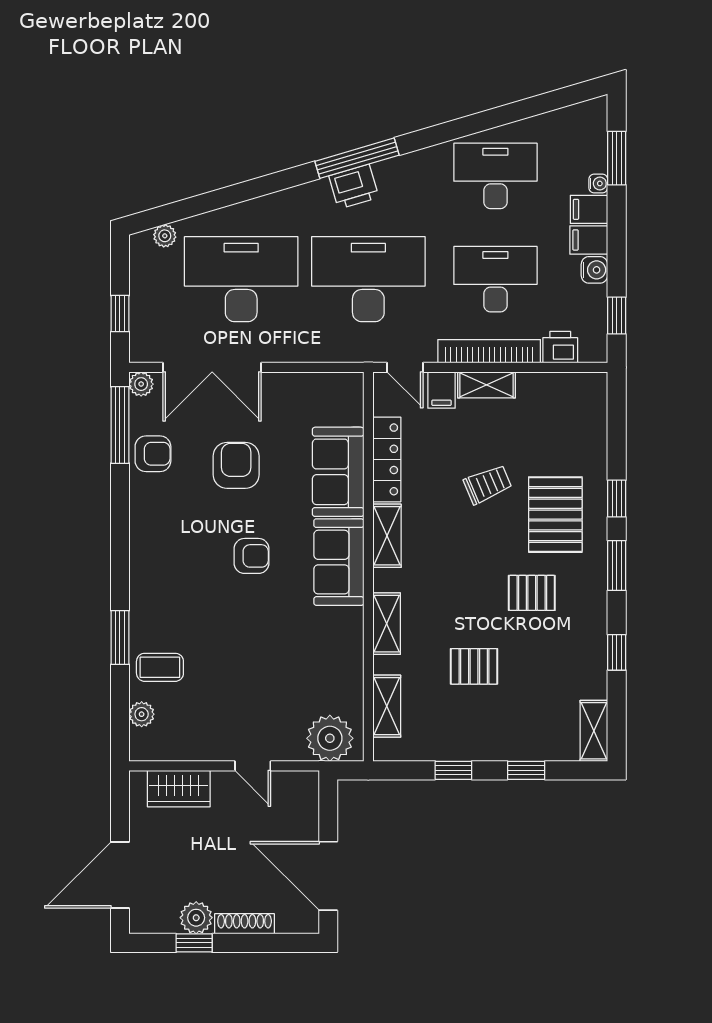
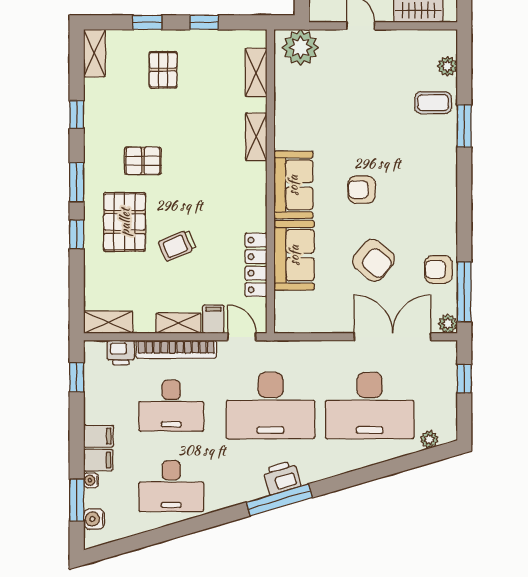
water cooler: (594, 270) -> (94, 519), moved
armchair: (236, 465) -> (374, 260), turned -50
shelving: (387, 536) -> (108, 322), moved, turned 90
pallet: (474, 666) -> (163, 70), moved, turned 90

